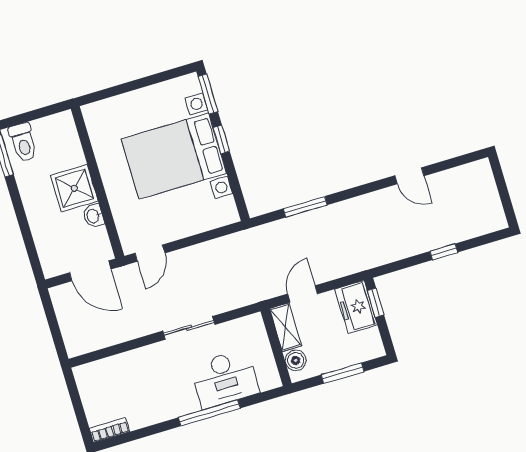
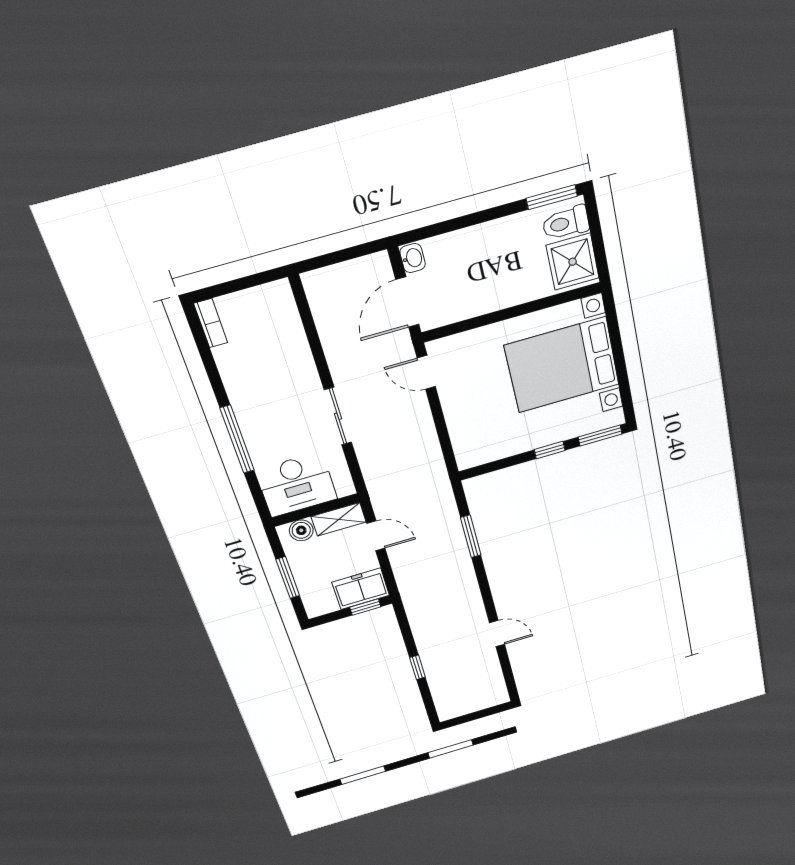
bed with nightstands: (174, 156) -> (562, 365), moved, turned -90
door: (409, 176) -> (497, 633), swing flipped
shower: (74, 188) -> (573, 262), moved
washbasin: (93, 216) -> (413, 258), moved, turned 90
desk: (225, 379) -> (296, 485), moved, turned -90

